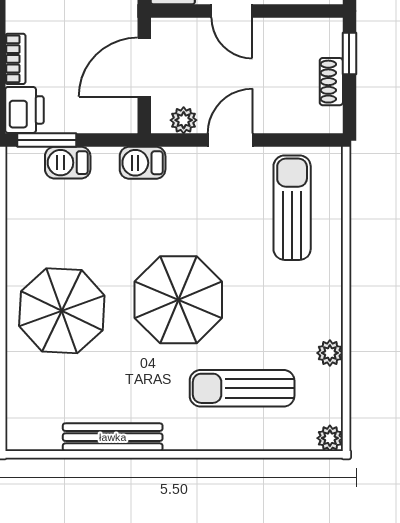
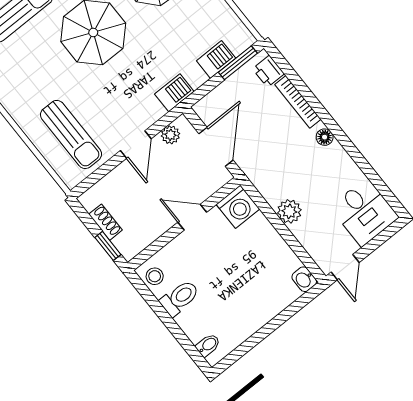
bookcase: (15, 59) -> (298, 102), width x1.56
printer: (24, 110) -> (268, 71), width x0.73, depth x0.81

